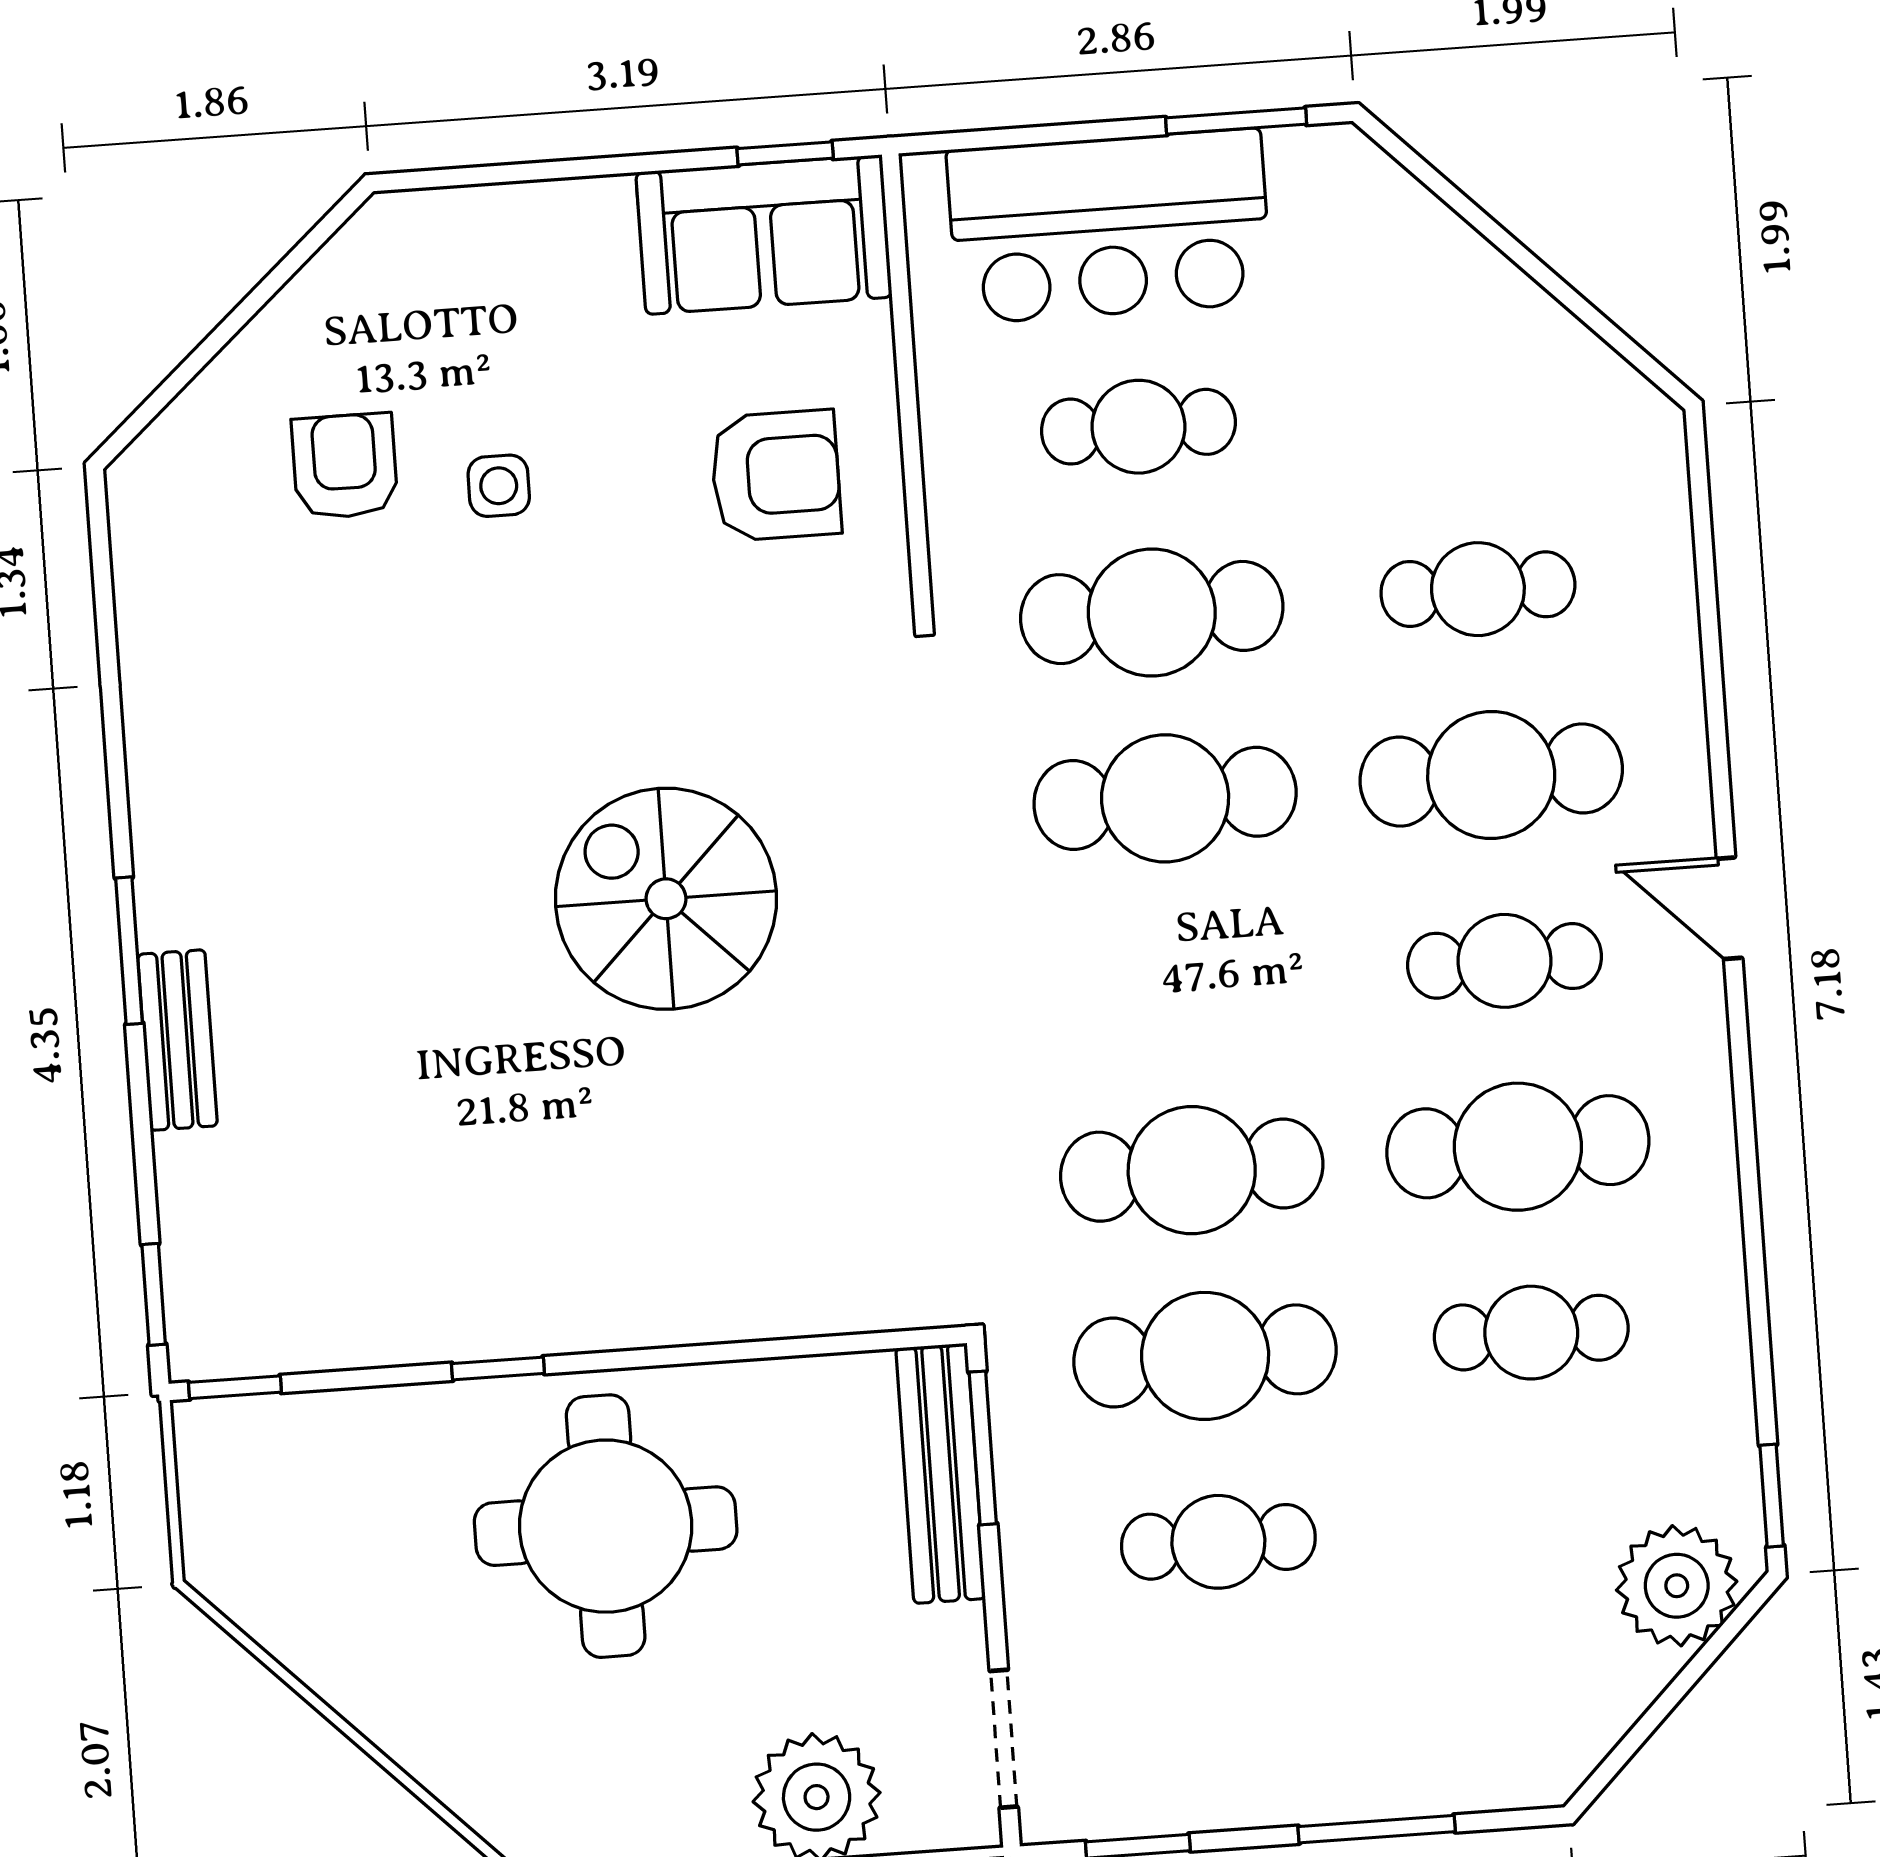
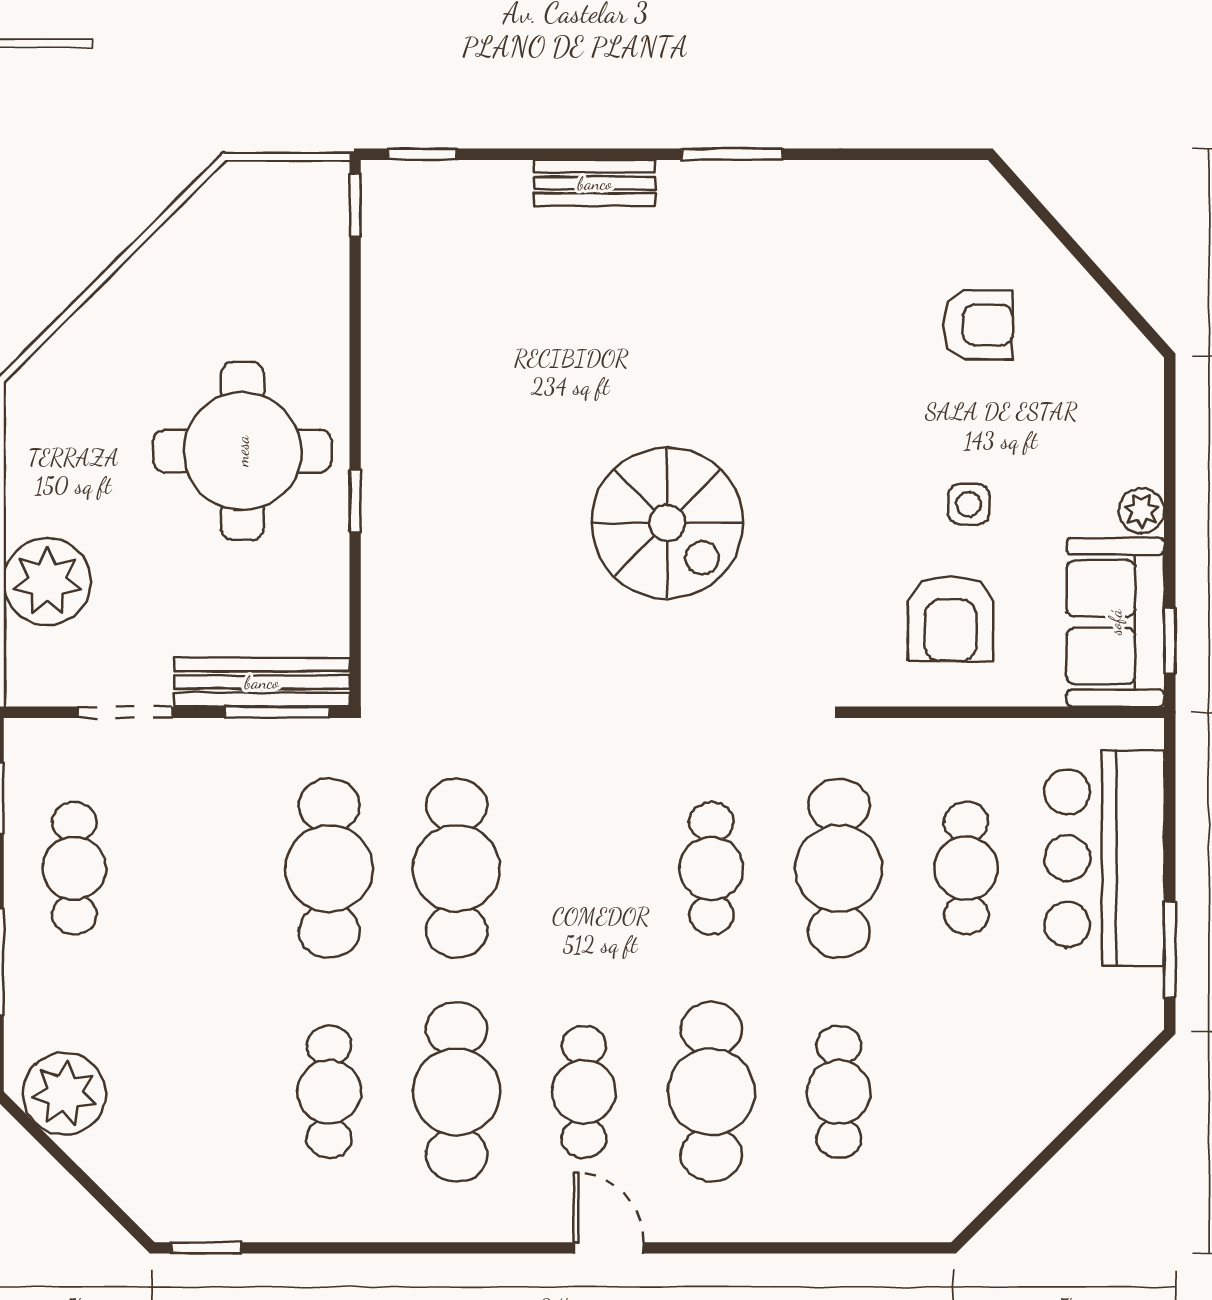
plant: (599, 208) -> (1142, 511), added
side table: (499, 486) -> (969, 504), moved
cafe table: (1165, 798) -> (711, 868), width x0.73, depth x0.74
spiral stairs: (666, 899) -> (667, 523), turned 90
door: (1730, 908) -> (609, 1248), hinge flipped
window: (129, 951) -> (732, 154), moved
window: (498, 1368) -> (355, 501), moved
cafe table: (1218, 1542) -> (74, 868), moved
plant: (1677, 1586) -> (64, 1094), moved
doorway: (1004, 1739) -> (125, 712), moved

